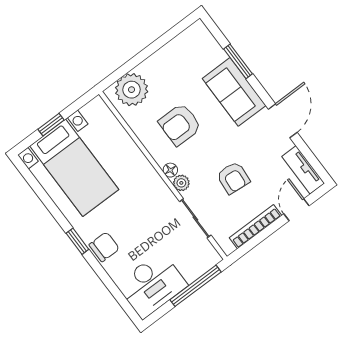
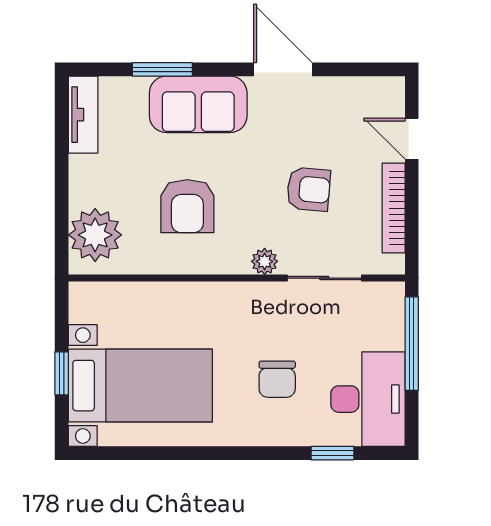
floor lamp: (170, 170) -> (237, 263), removed
tv unit: (303, 170) -> (83, 115), moved, turned -90
window: (77, 241) -> (332, 453), moved
chair: (104, 247) -> (277, 379), moved, turned 180

